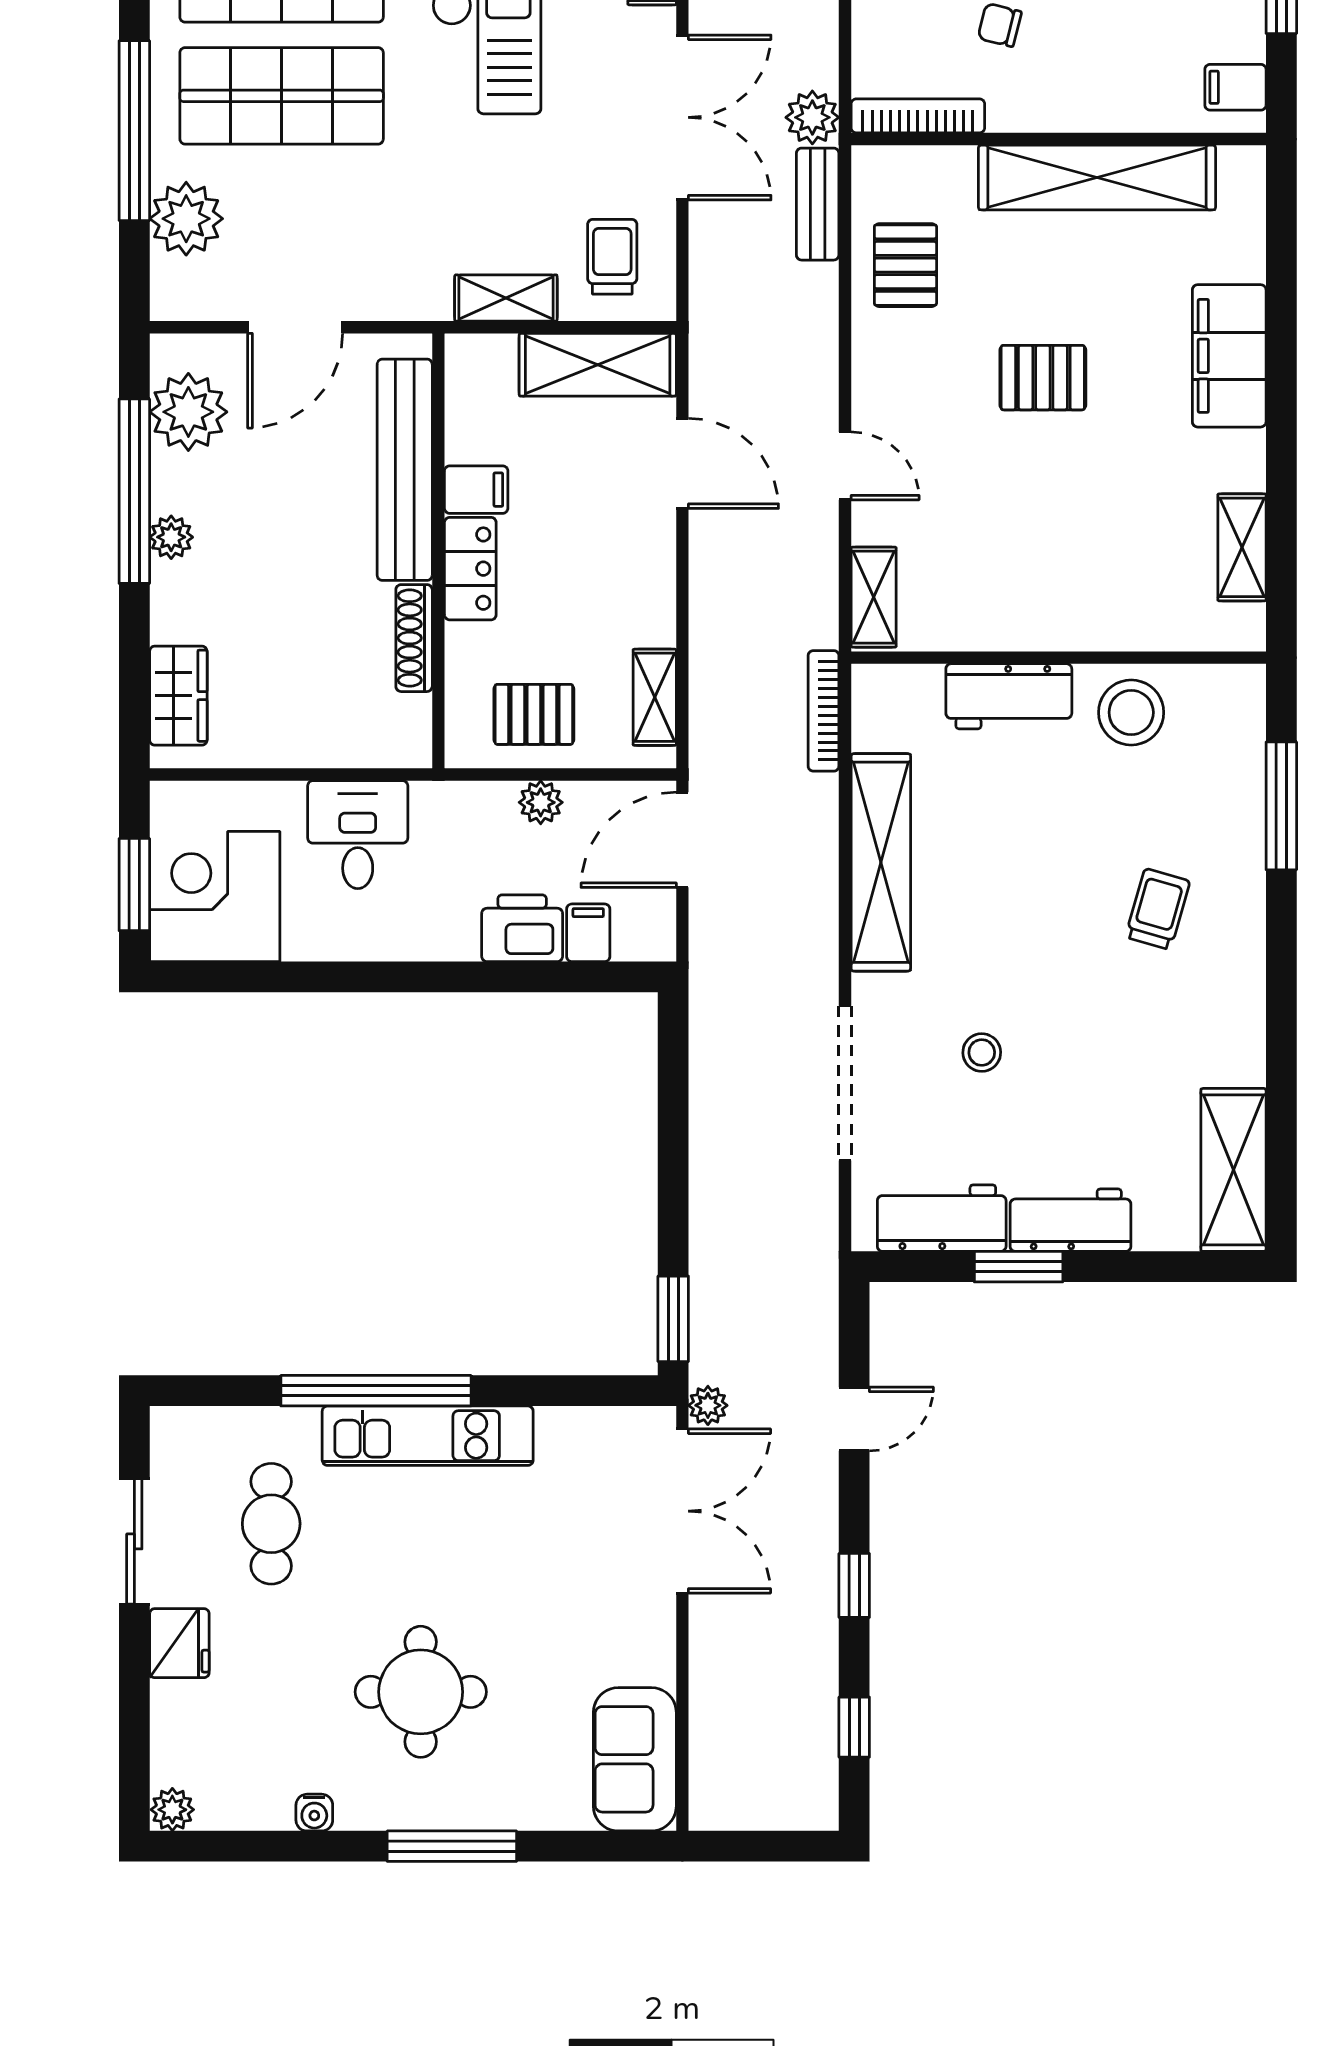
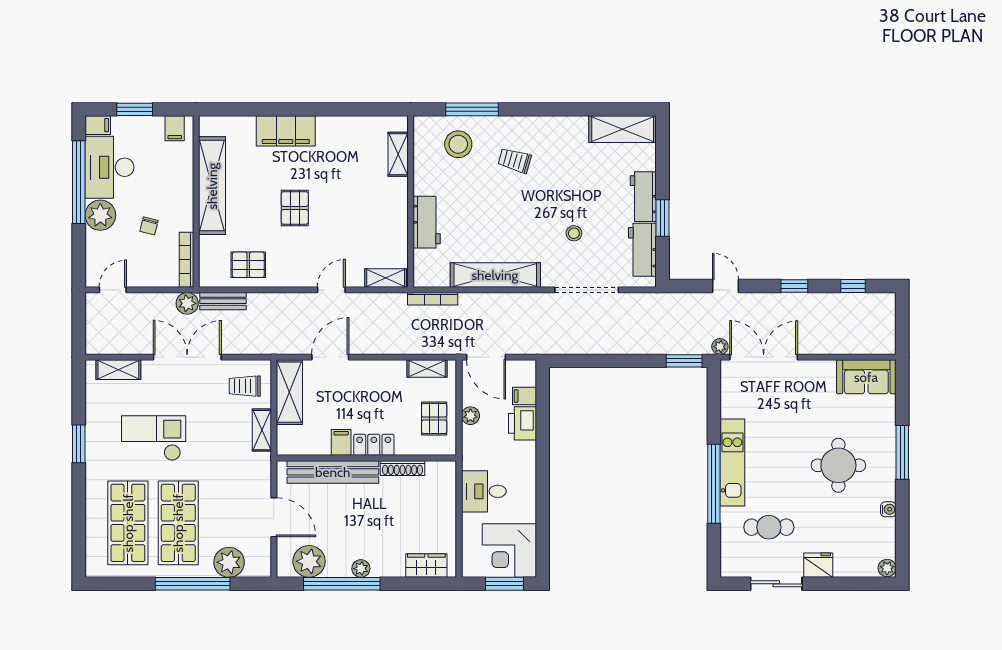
shelving: (1242, 547) -> (398, 154), moved, turned 90
stool: (1131, 712) -> (458, 144), moved

